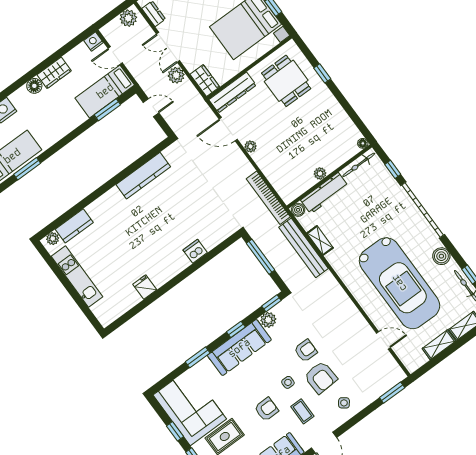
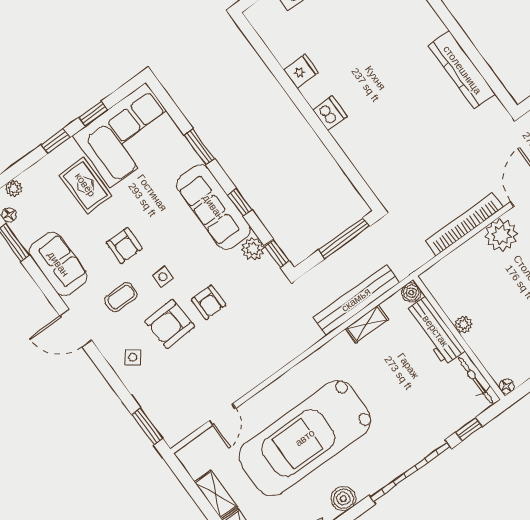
plant: (251, 146) -> (501, 235), width x1.87, depth x1.87
bookcase: (268, 198) -> (464, 224), moved
dishwasher: (195, 251) -> (330, 113), moved

